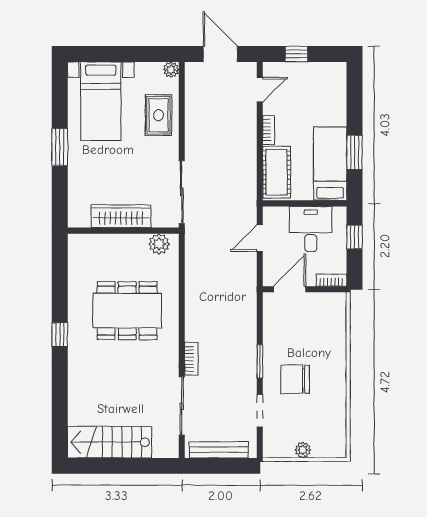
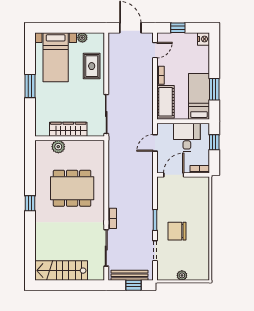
plant: (171, 70) -> (82, 38), moved
nightstand: (337, 72) -> (204, 39), added
plant: (159, 244) -> (58, 147), moved
window: (225, 466) -> (133, 285), added

